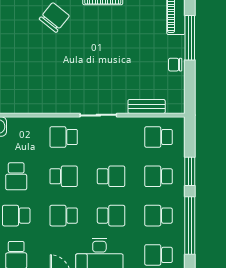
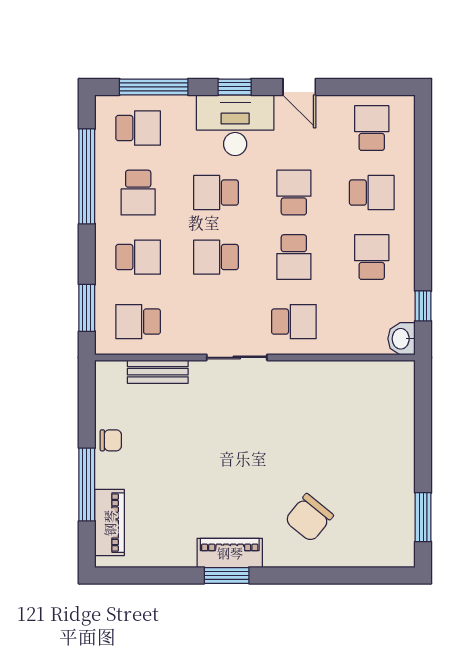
school desk: (158, 137) -> (138, 322), turned 180
window: (190, 171) -> (87, 308), moved
school desk: (64, 176) -> (294, 257), turned -90
school desk: (64, 216) -> (294, 193), turned -90
school desk: (158, 216) -> (138, 193), turned 90

